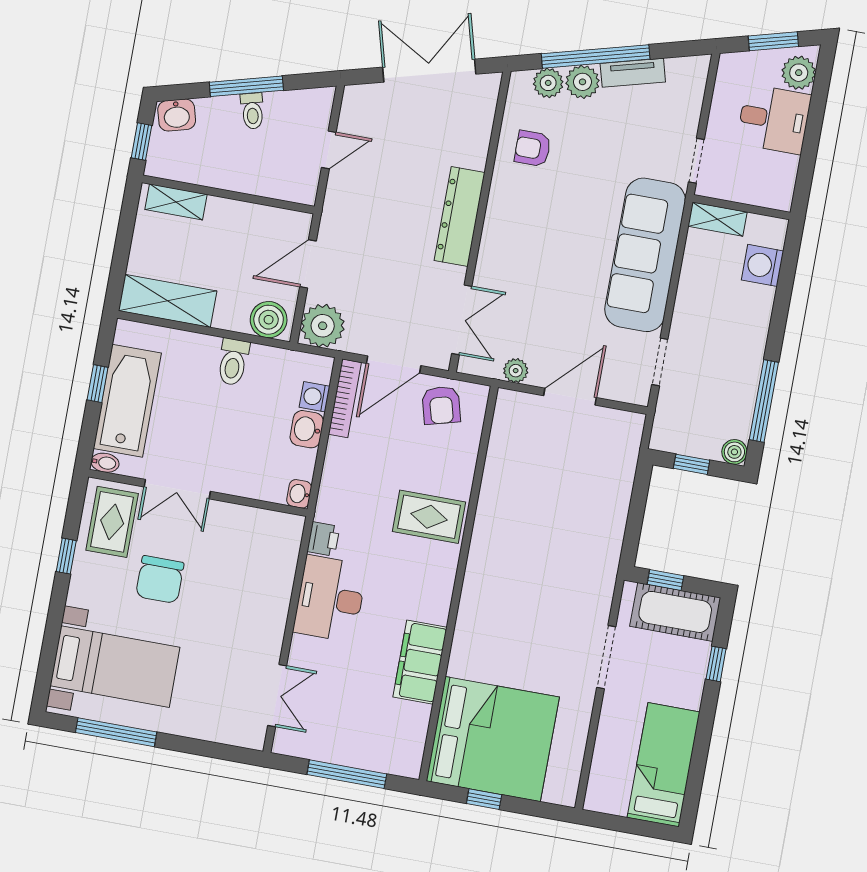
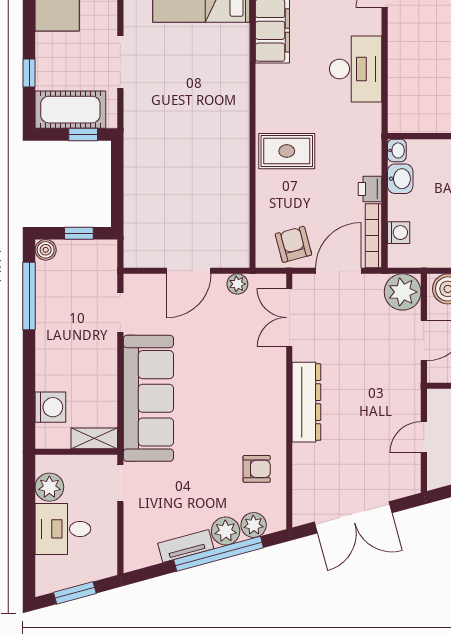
plant: (799, 73) -> (49, 487), moved
washbasin: (307, 429) -> (400, 179), moved
printer: (323, 539) -> (370, 189), moved

